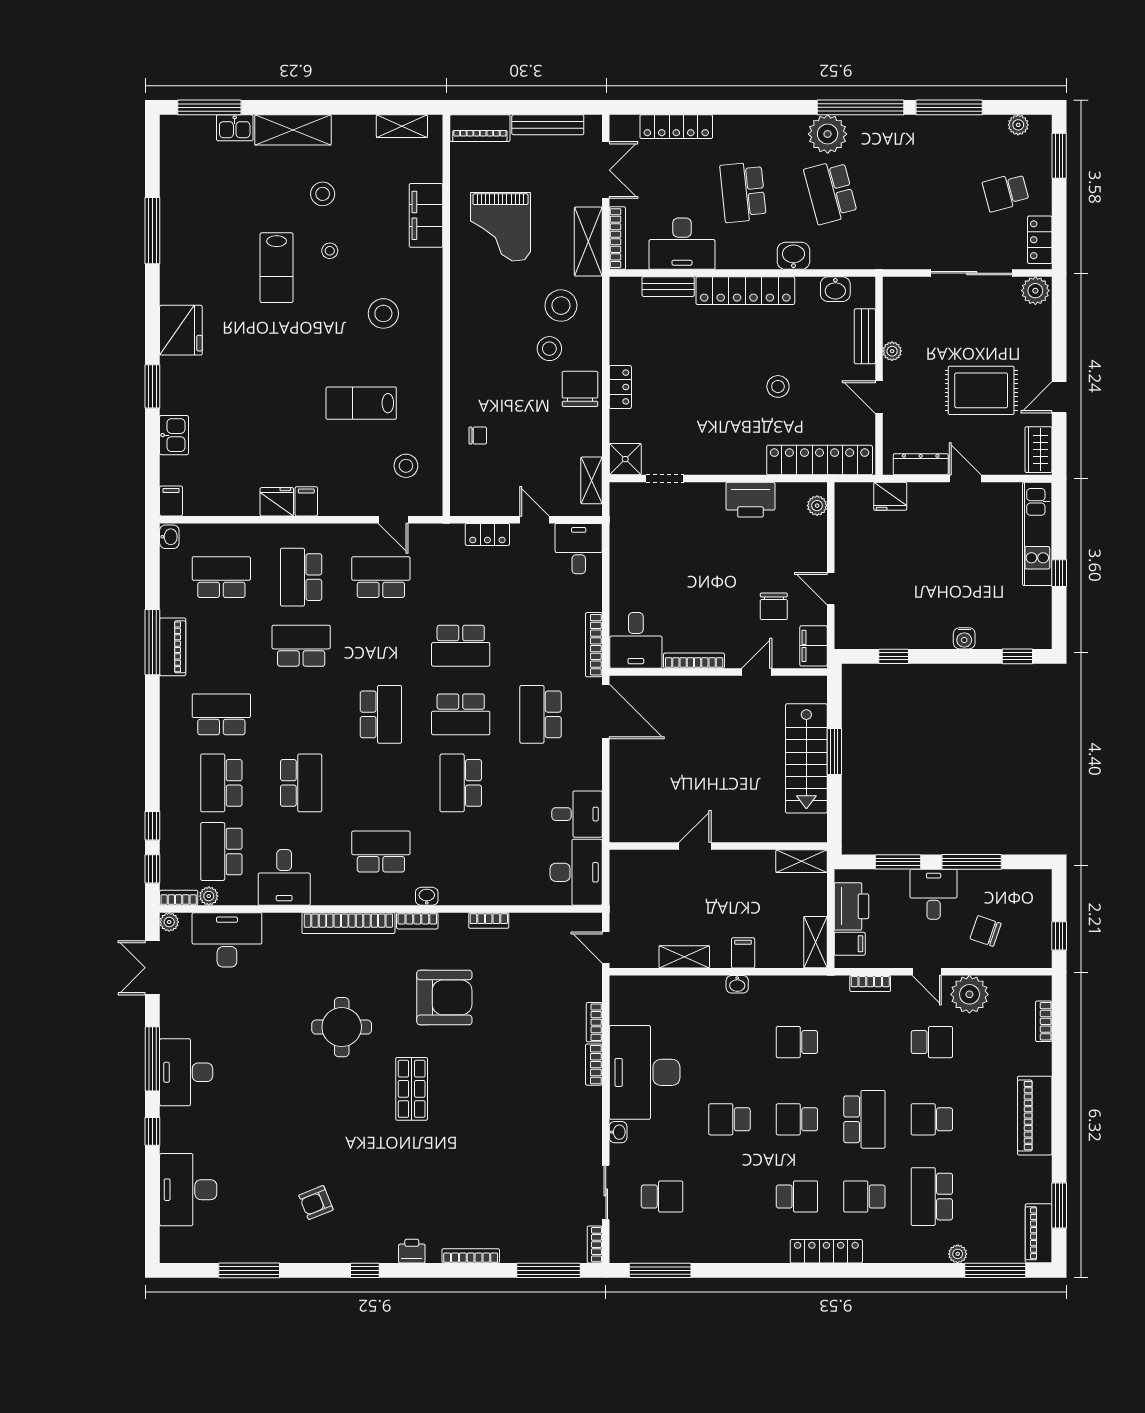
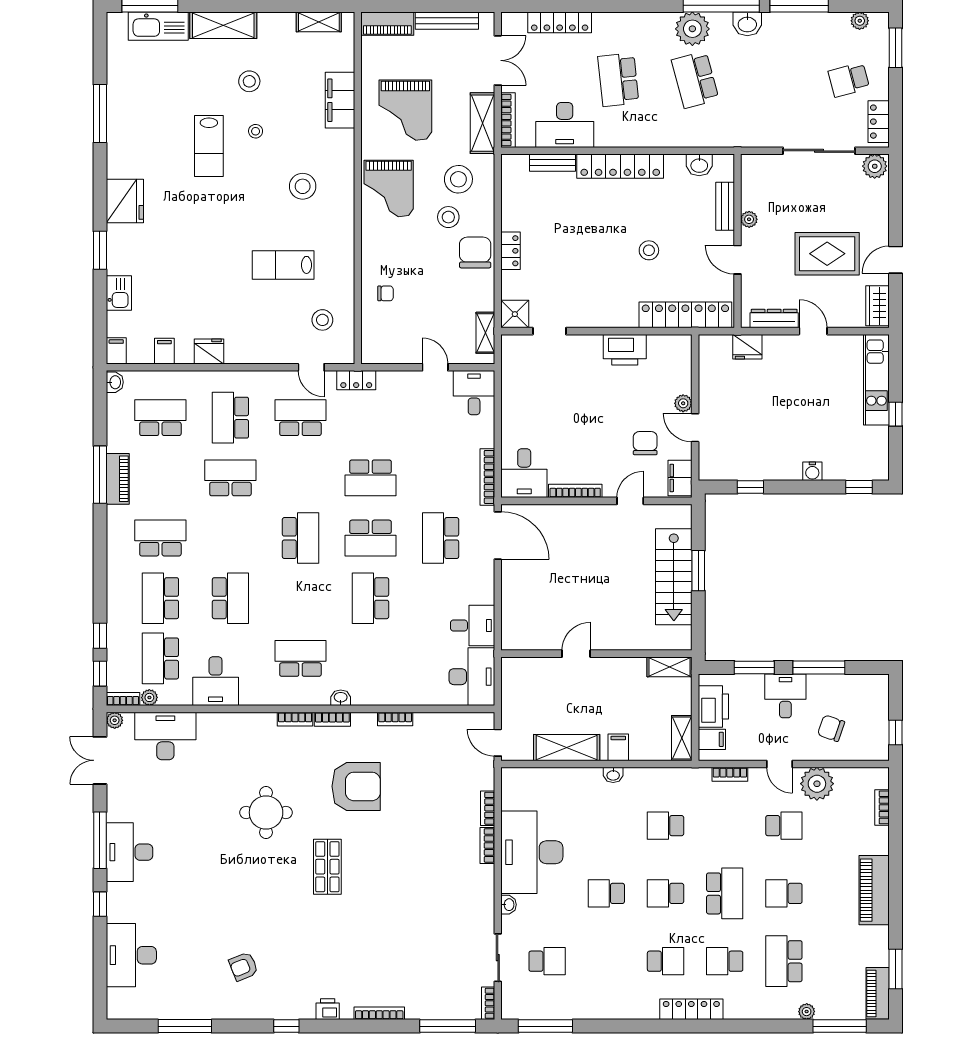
kitchen sink: (235, 128) -> (158, 26), width x1.87, depth x1.24
washbasin: (793, 256) -> (747, 24), moved, turned 180
grand piano: (481, 316) -> (389, 188), added
filing cabinet: (306, 501) -> (164, 351), moved
plant: (817, 506) -> (683, 403), moved
locker: (487, 534) -> (356, 380), moved
chair: (774, 606) -> (645, 443), turned 180
bookcase: (348, 923) -> (295, 719), width x0.43, depth x0.76
shelving: (684, 957) -> (567, 748), width x1.50, depth x1.33

